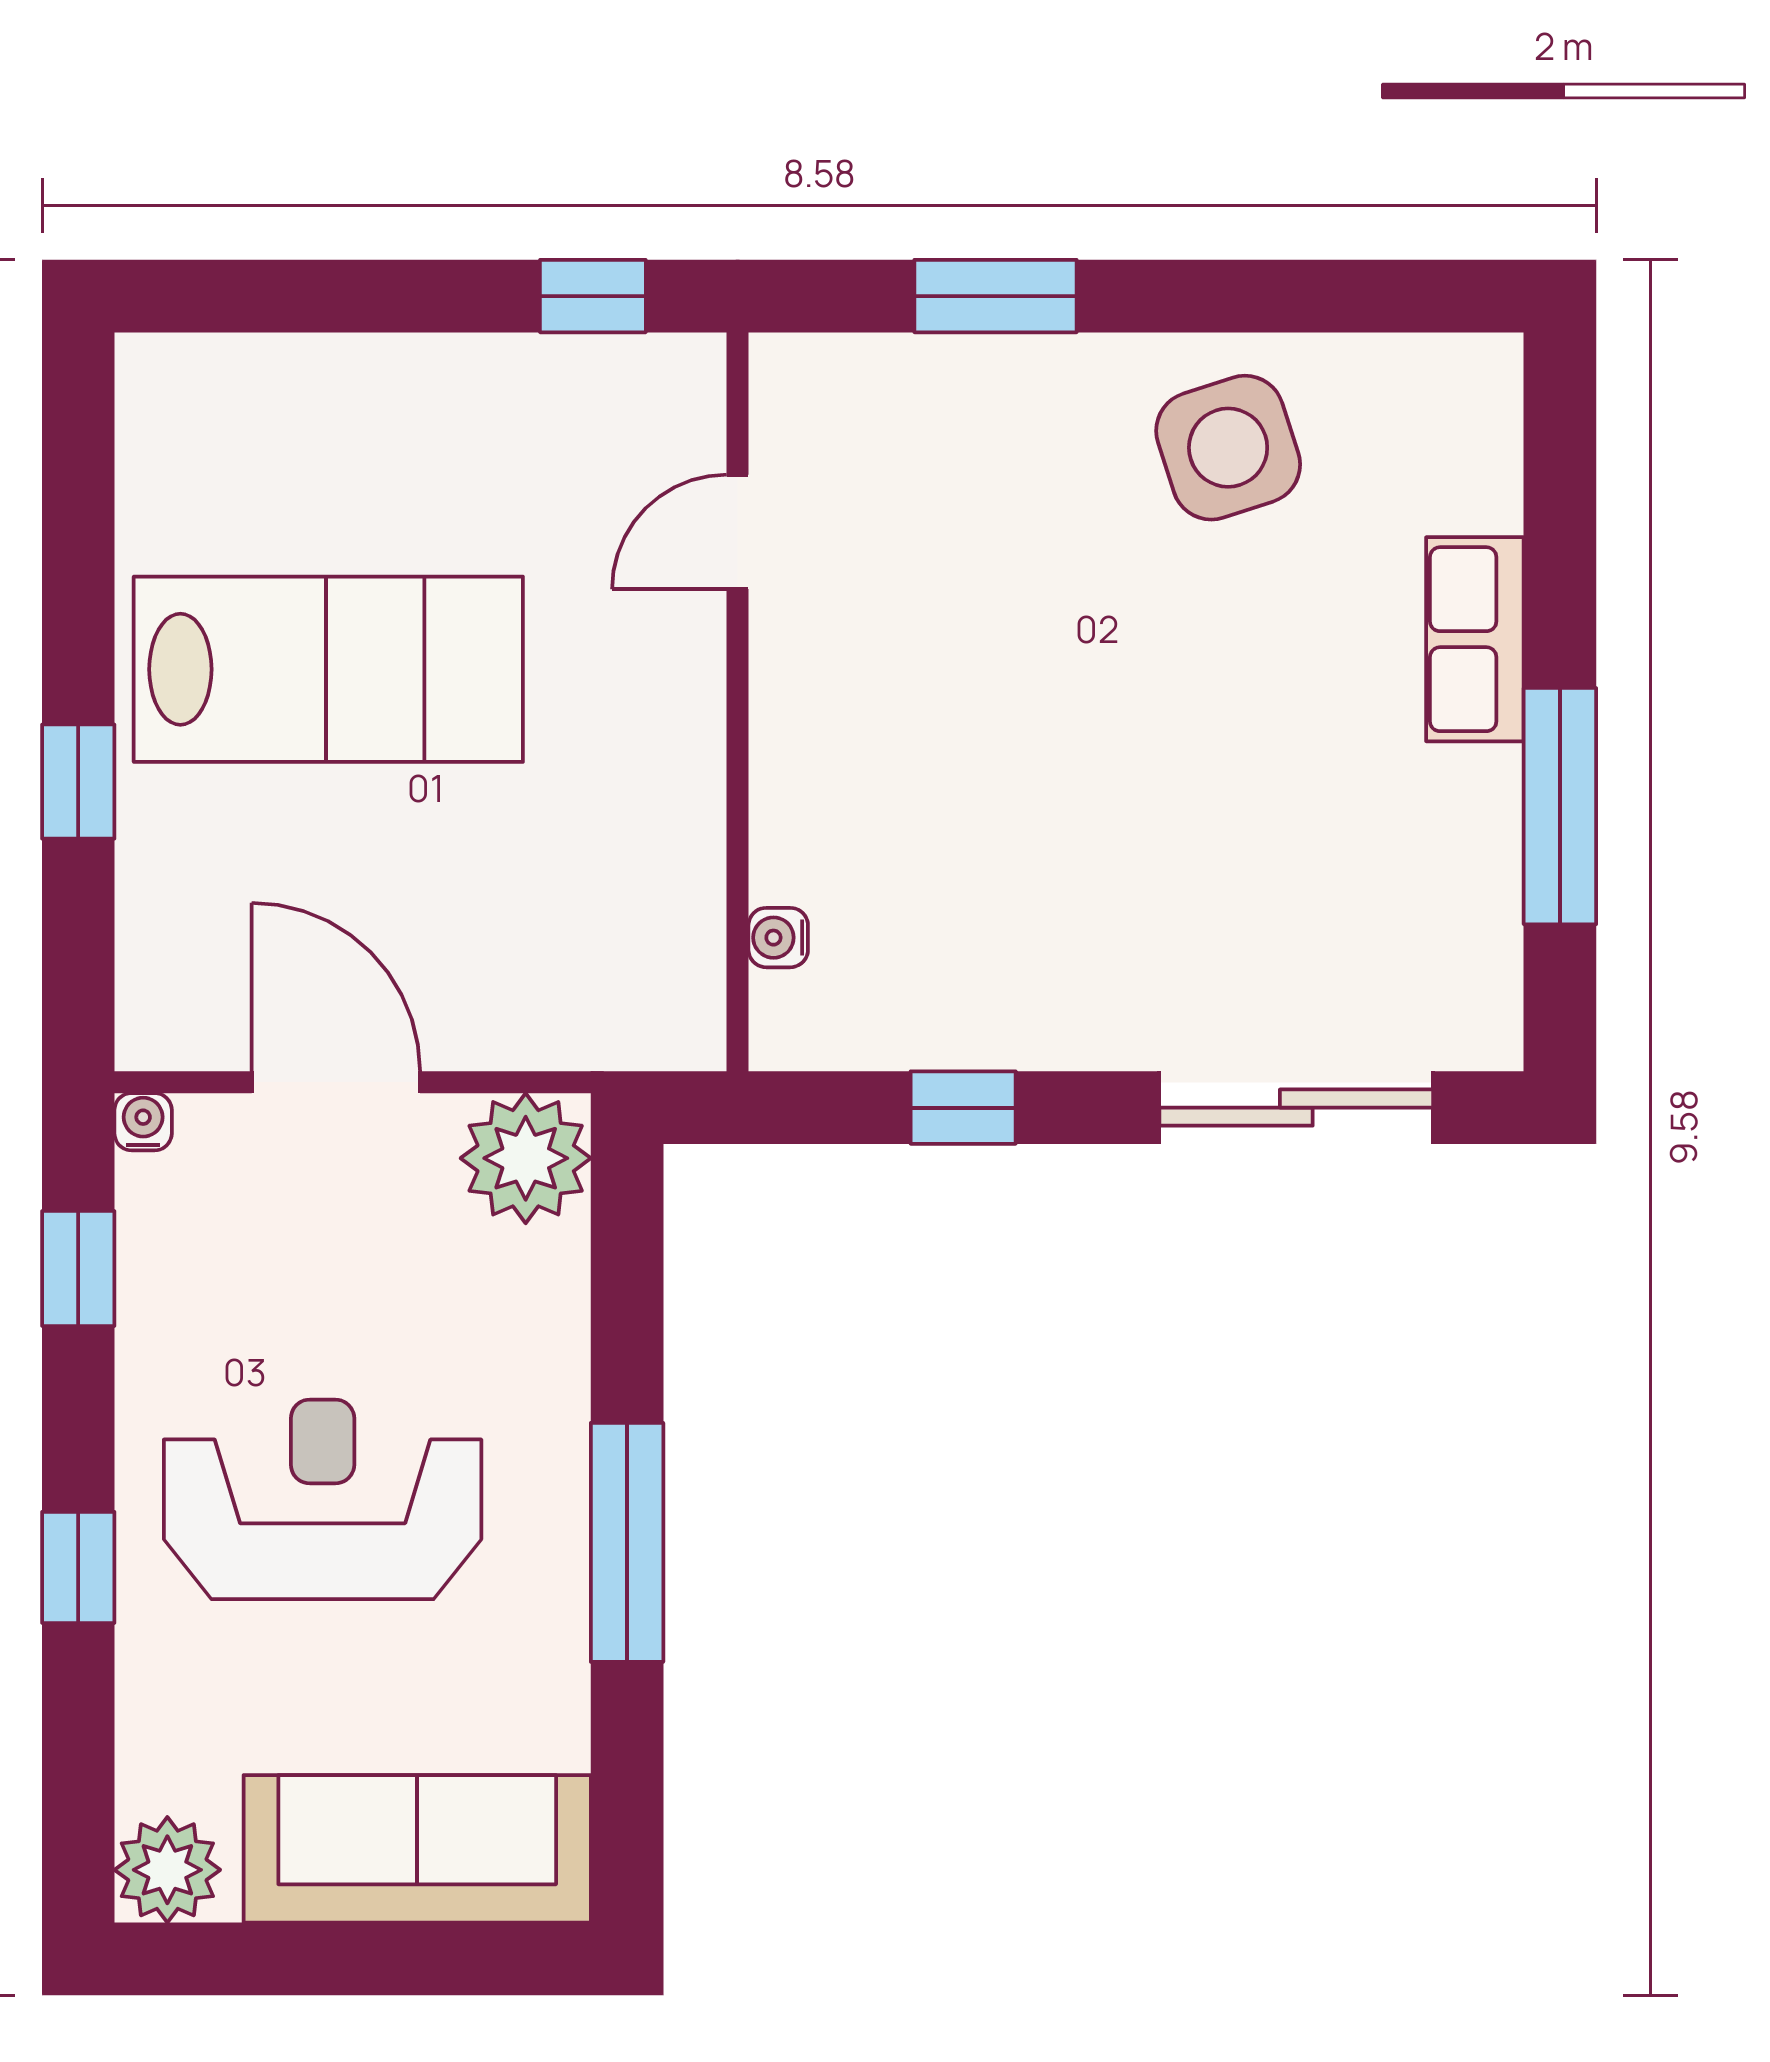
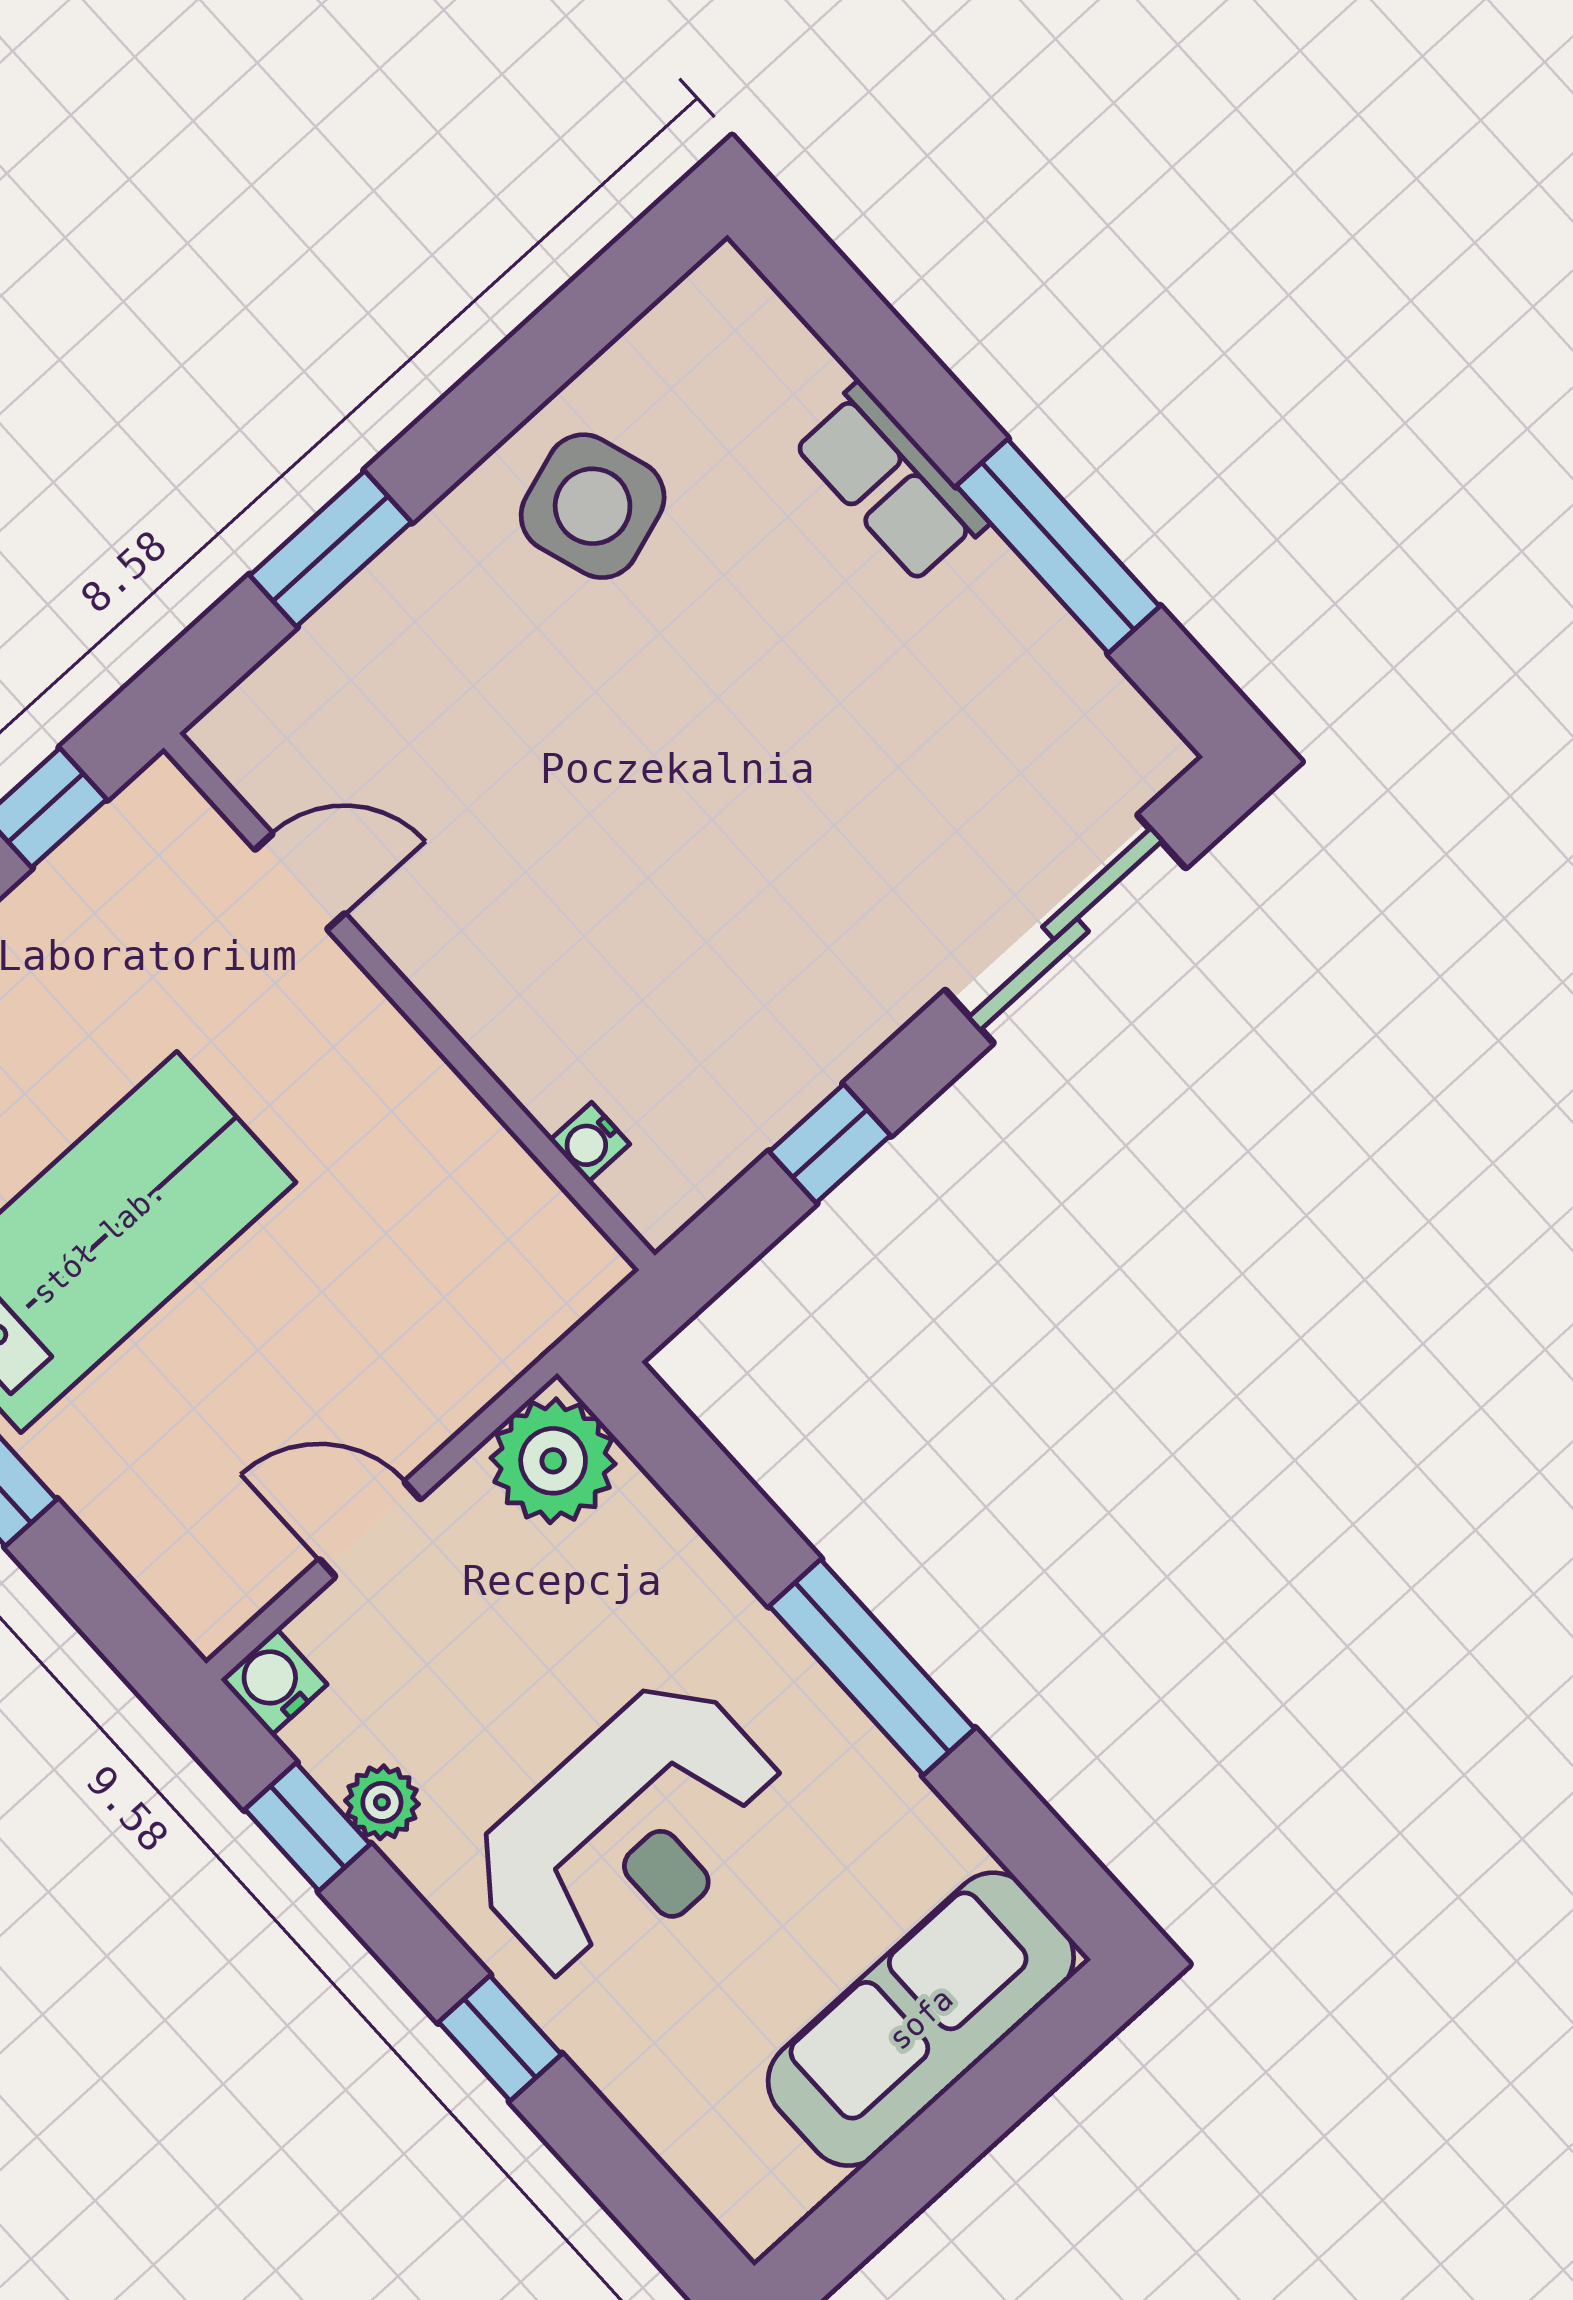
door: (738, 532) -> (300, 881), swing flipped
door: (336, 1082) -> (370, 1529), width x0.73
water cooler: (143, 1122) -> (274, 1682), width x1.38, depth x1.38
reception desk: (323, 1499) -> (629, 1833), turned 180
plant: (167, 1870) -> (382, 1802), moved, width x0.73, depth x0.73

